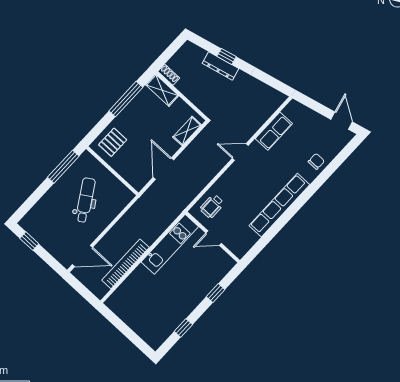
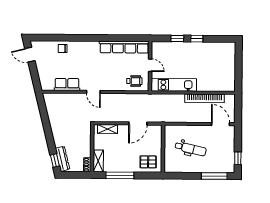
window: (226, 56) -> (55, 161), moved
dresser: (221, 66) -> (62, 159), moved
door: (342, 121) -> (30, 55), hinge flipped
window: (63, 167) -> (214, 176), moved
dental chair: (85, 200) -> (191, 149), turned -135
row of seats: (279, 205) -> (124, 47), moved
window: (183, 328) -> (197, 39), moved

